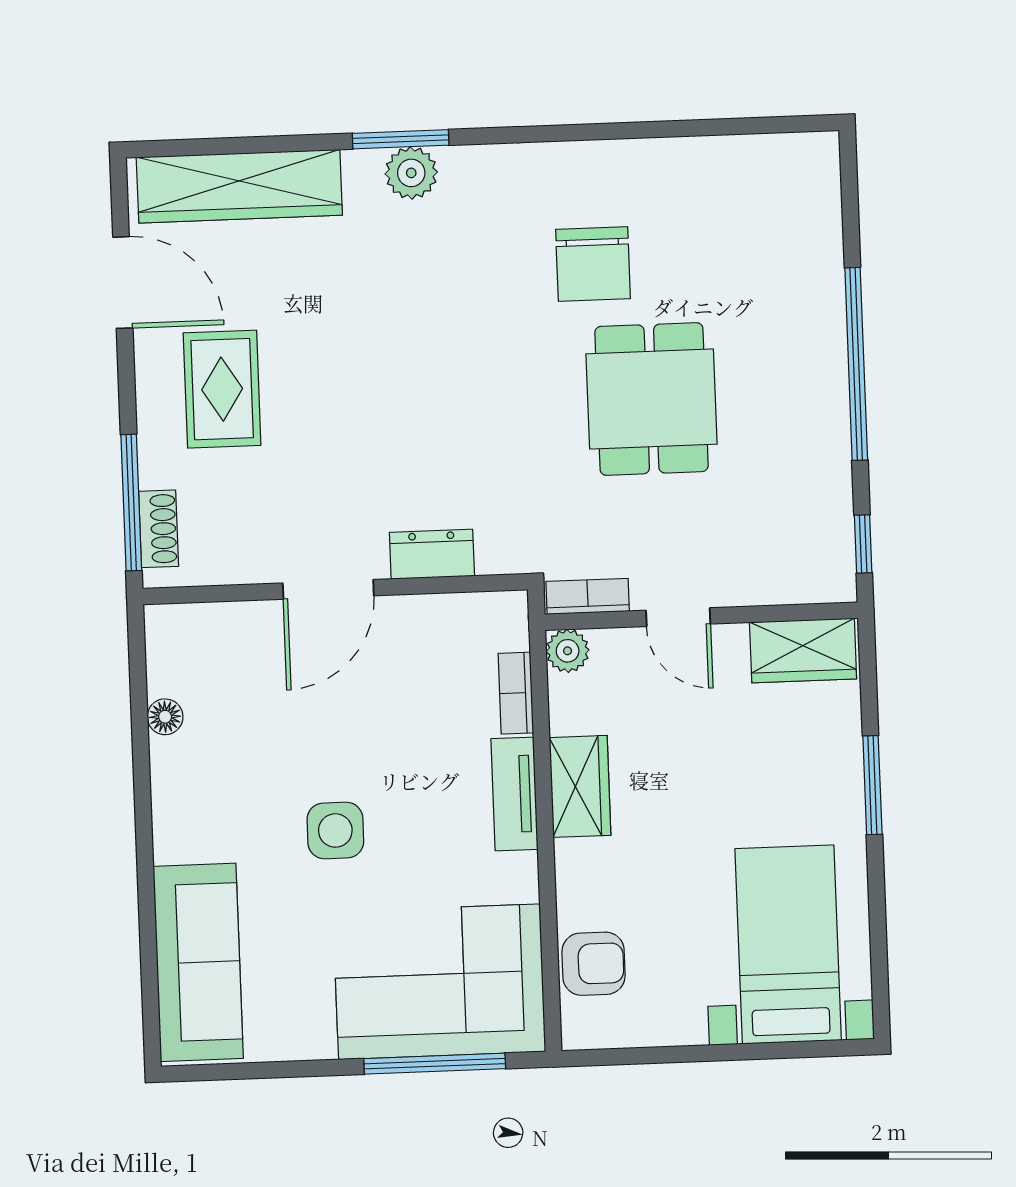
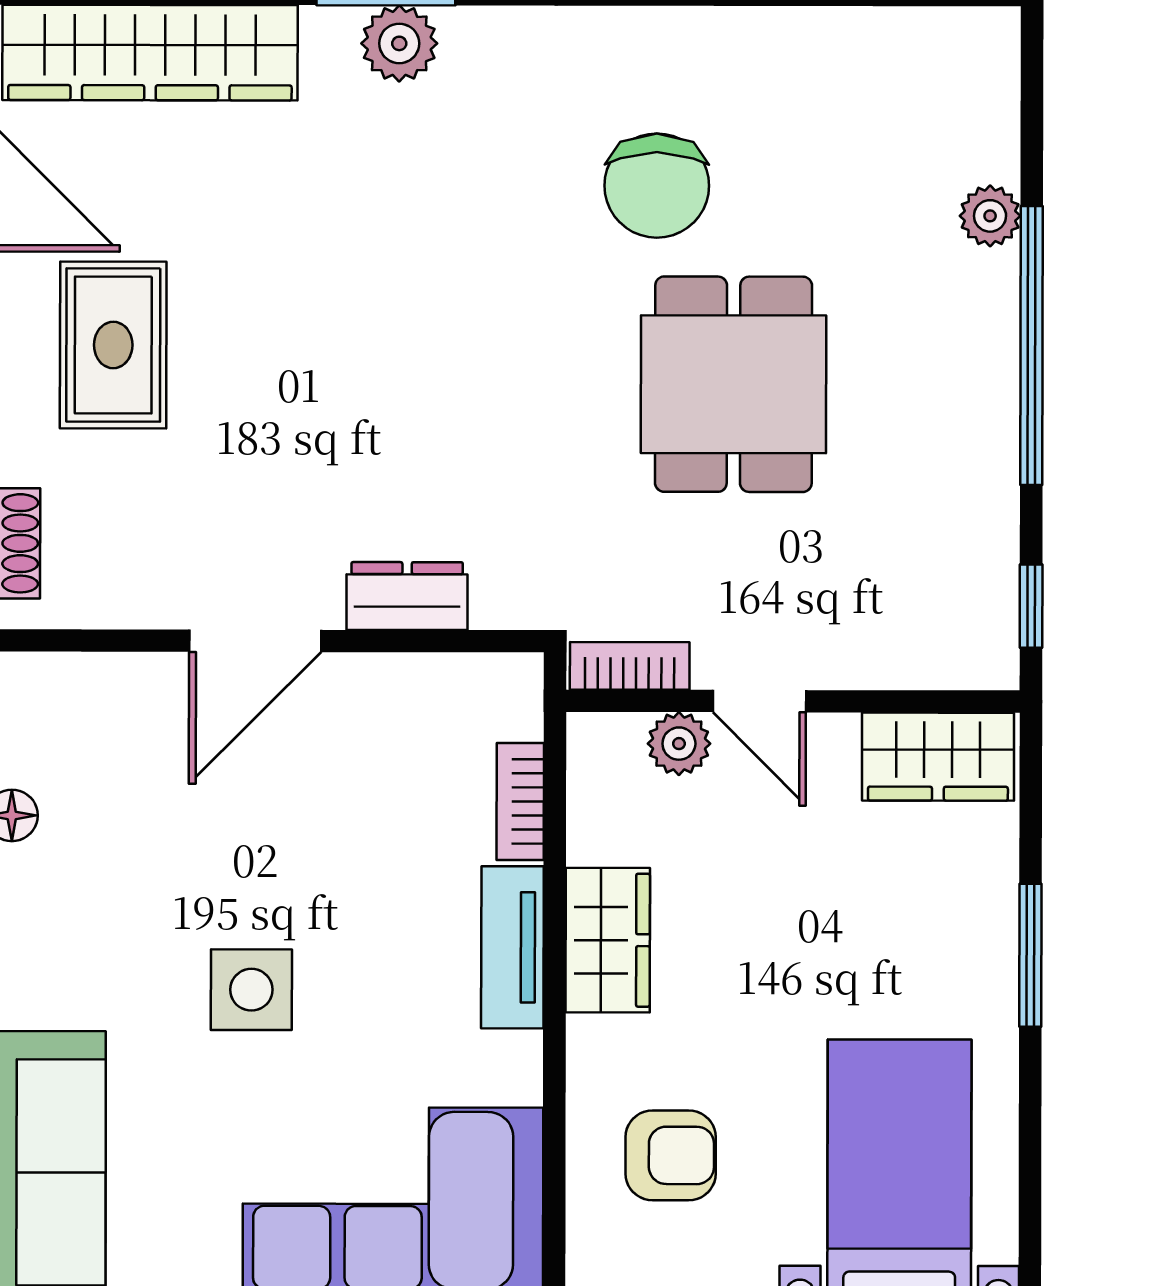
plant: (824, 276) -> (990, 216), added
plant: (568, 651) -> (679, 744), moved
armchair: (593, 964) -> (671, 1155), moved

